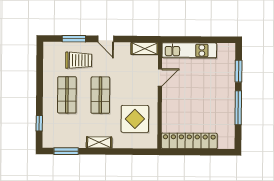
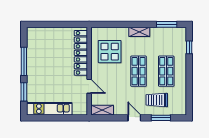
kitchen unit: (189, 50) -> (49, 109), moved
door: (160, 77) -> (89, 86), swing flipped
locker: (189, 141) -> (81, 53), moved, turned 90

